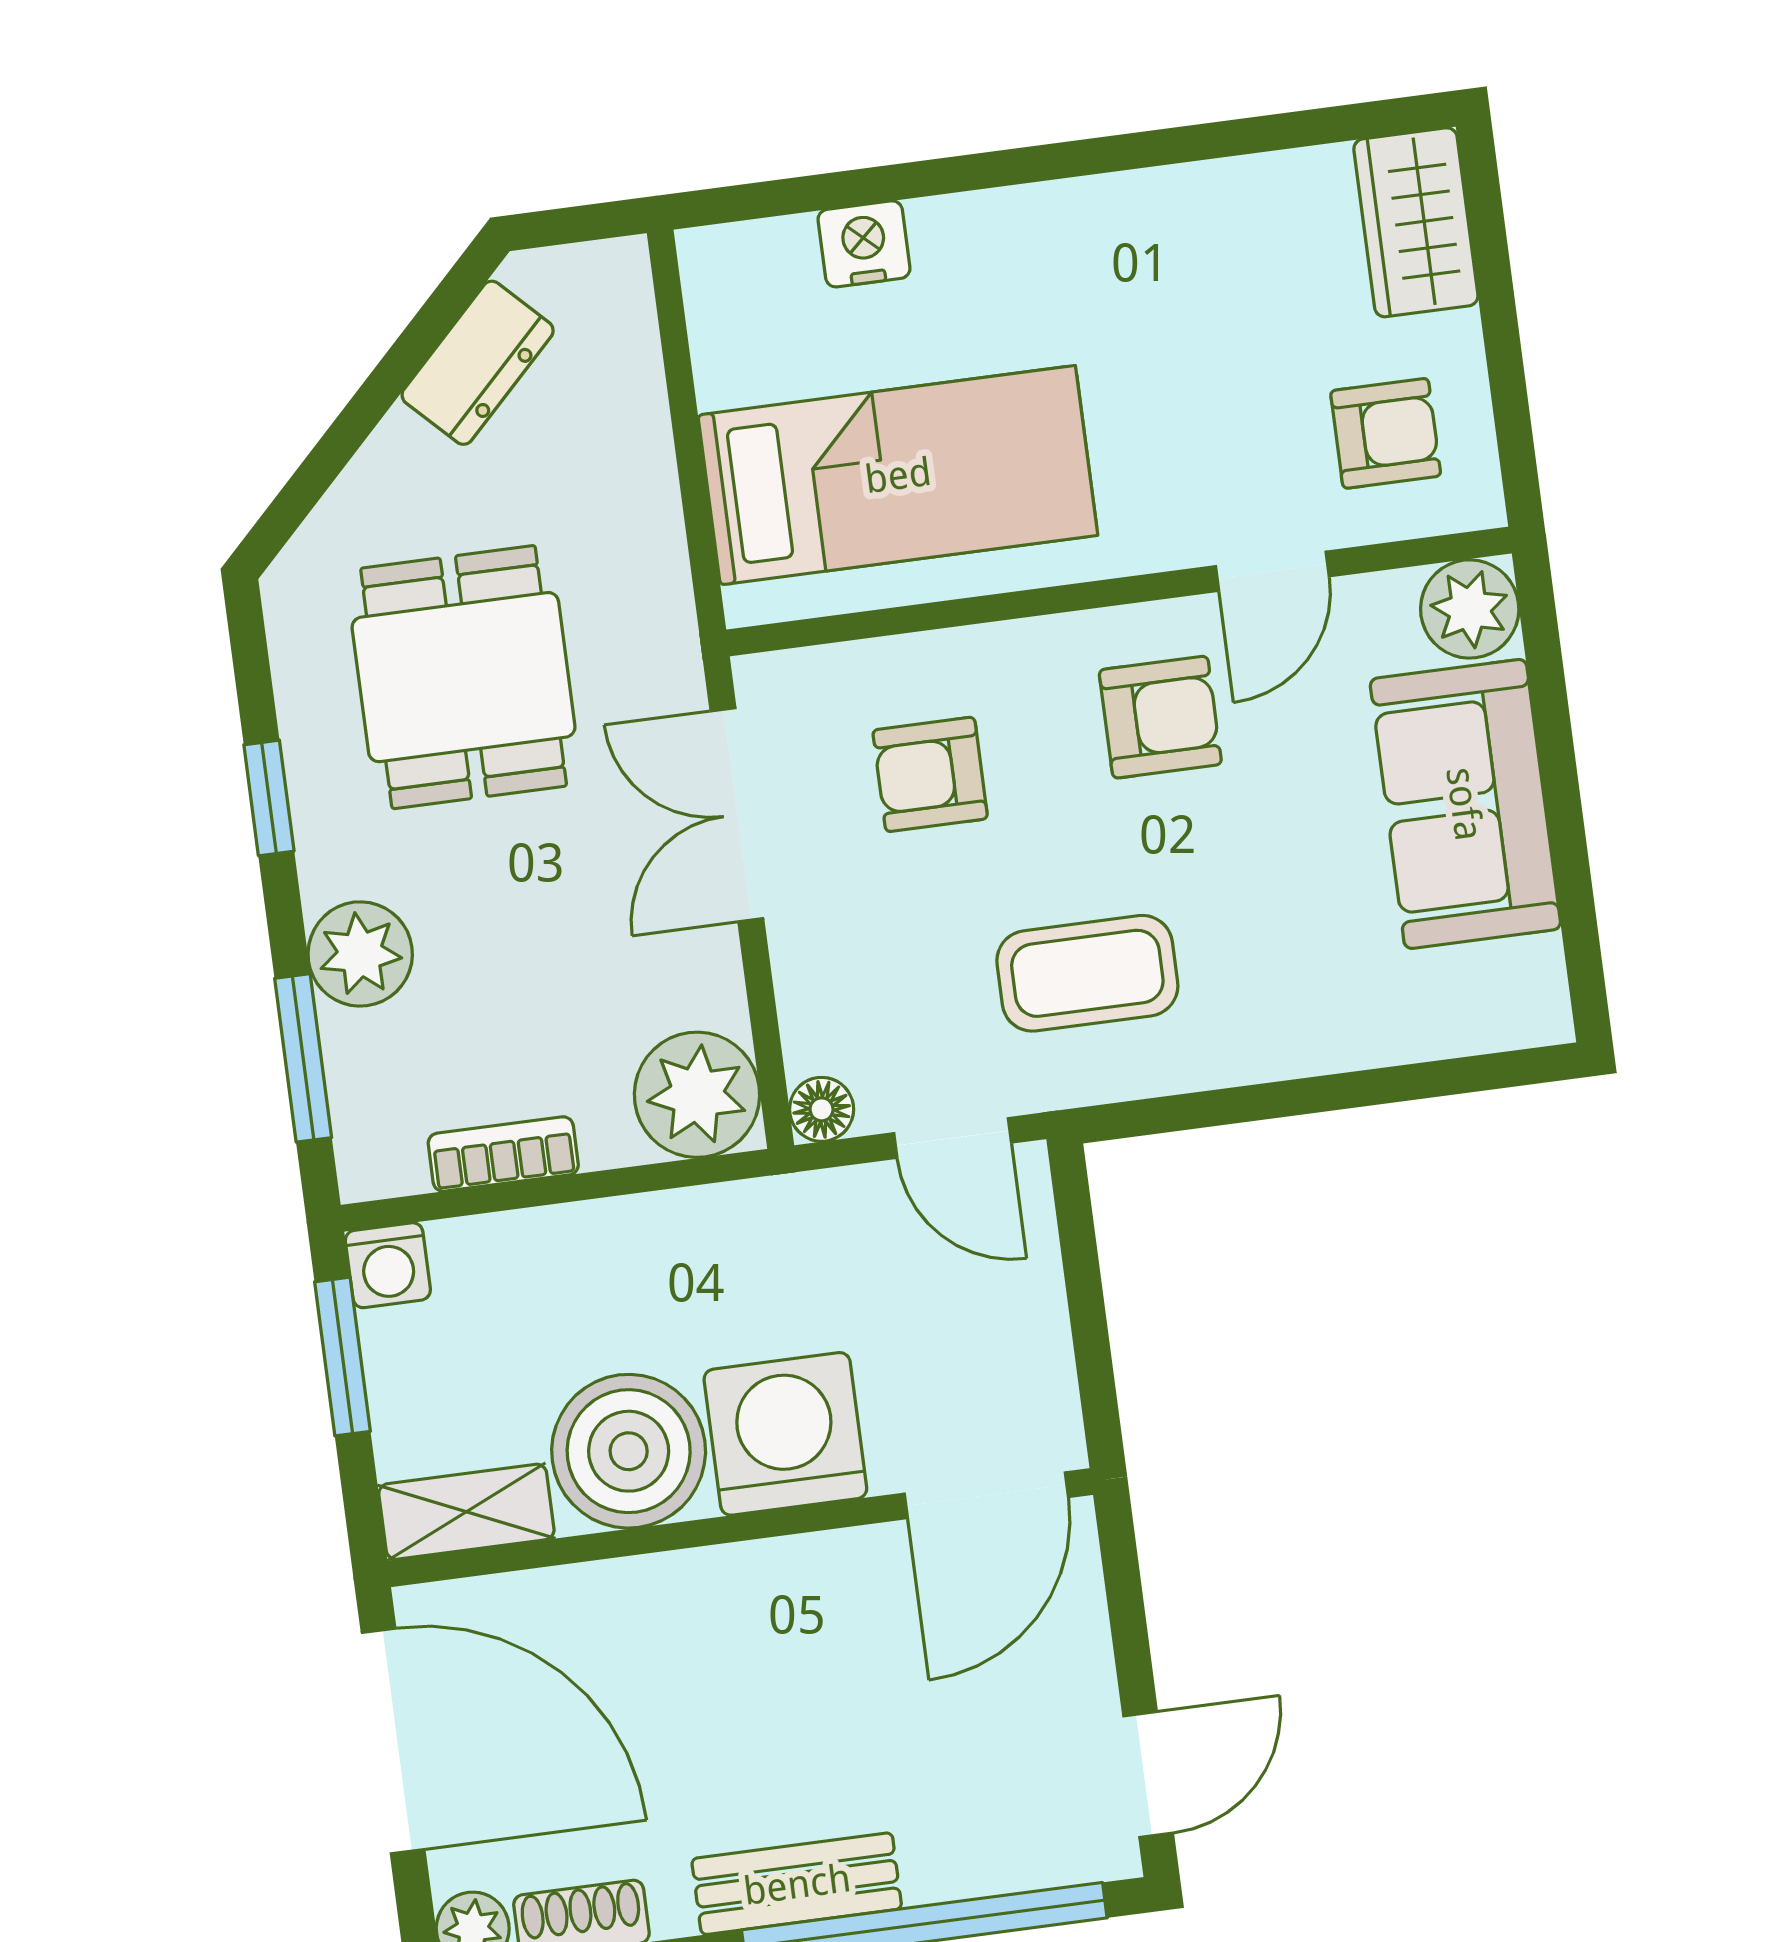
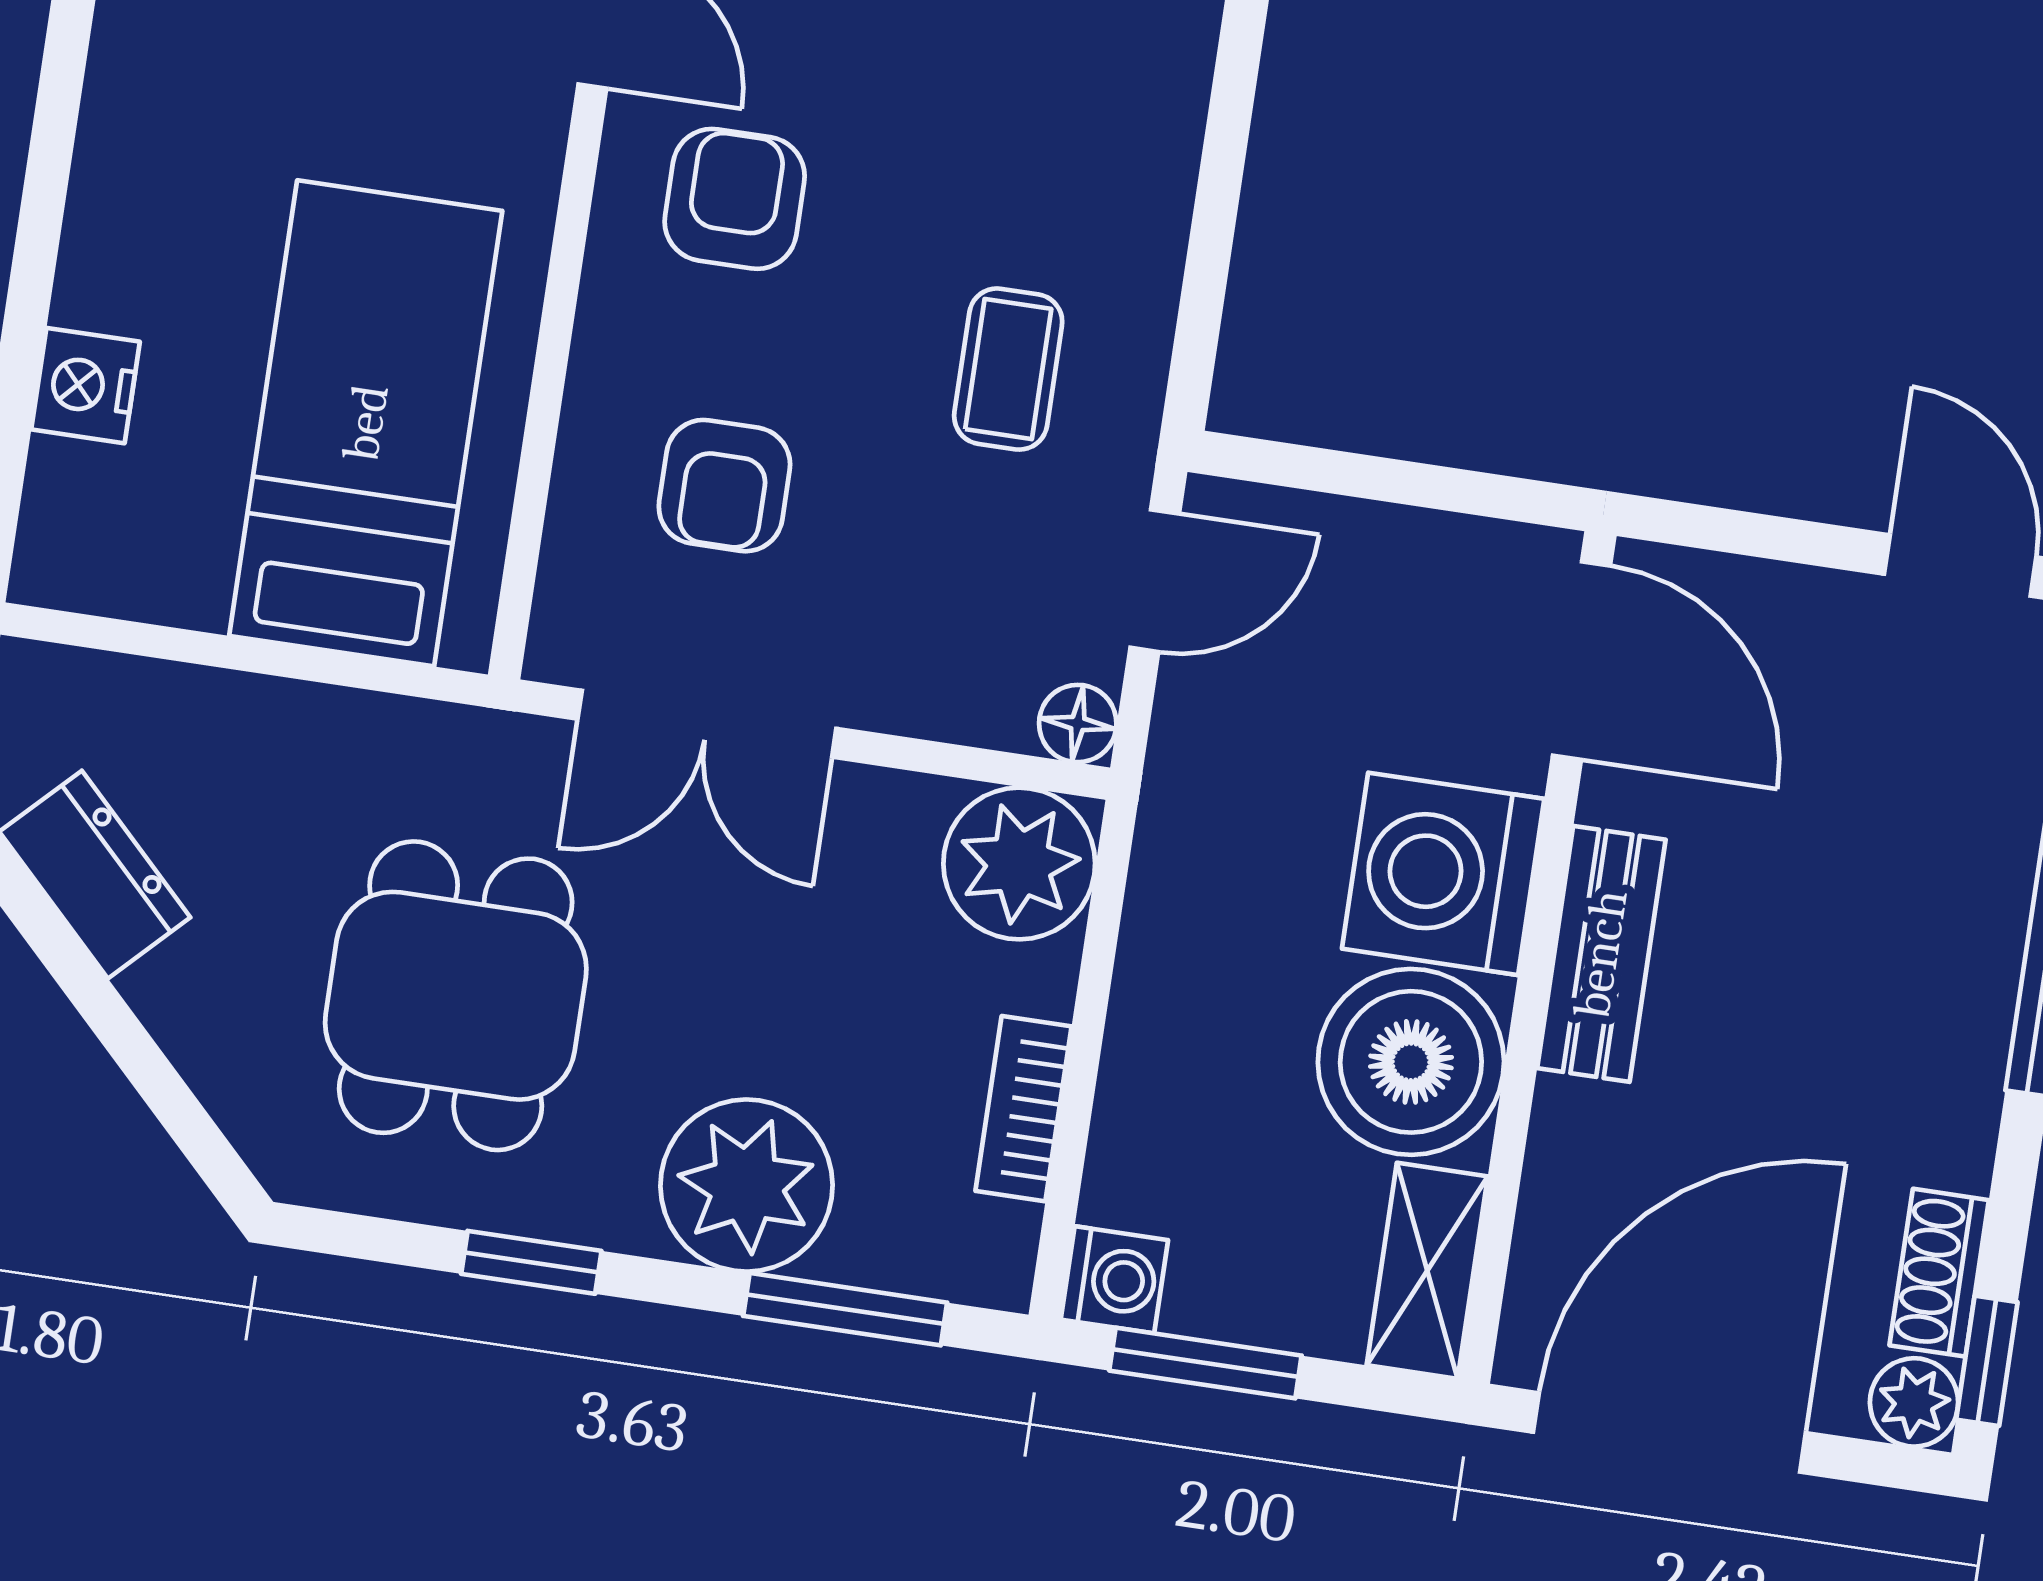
dining table: (464, 677) -> (456, 996), turned 90
plant: (360, 954) -> (747, 1186), width x1.36, depth x1.36
coffee table: (1087, 973) -> (1008, 369), width x0.73, depth x0.77
bench: (797, 1884) -> (1601, 954), moved

